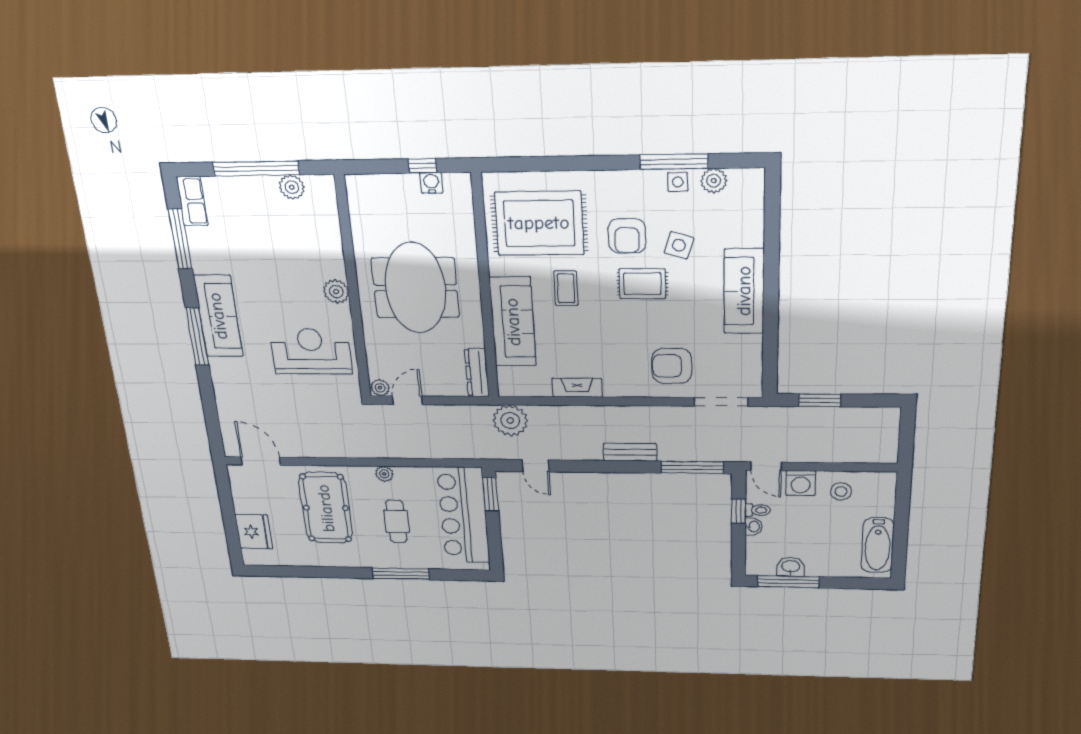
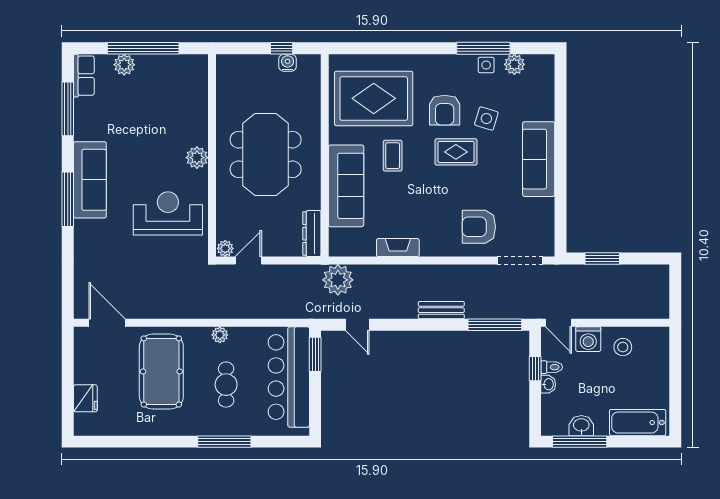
plant: (292, 187) -> (124, 65), moved
fridge: (254, 532) -> (85, 398), width x0.73, depth x0.75
bathtub: (878, 545) -> (638, 423), moved, turned 90

